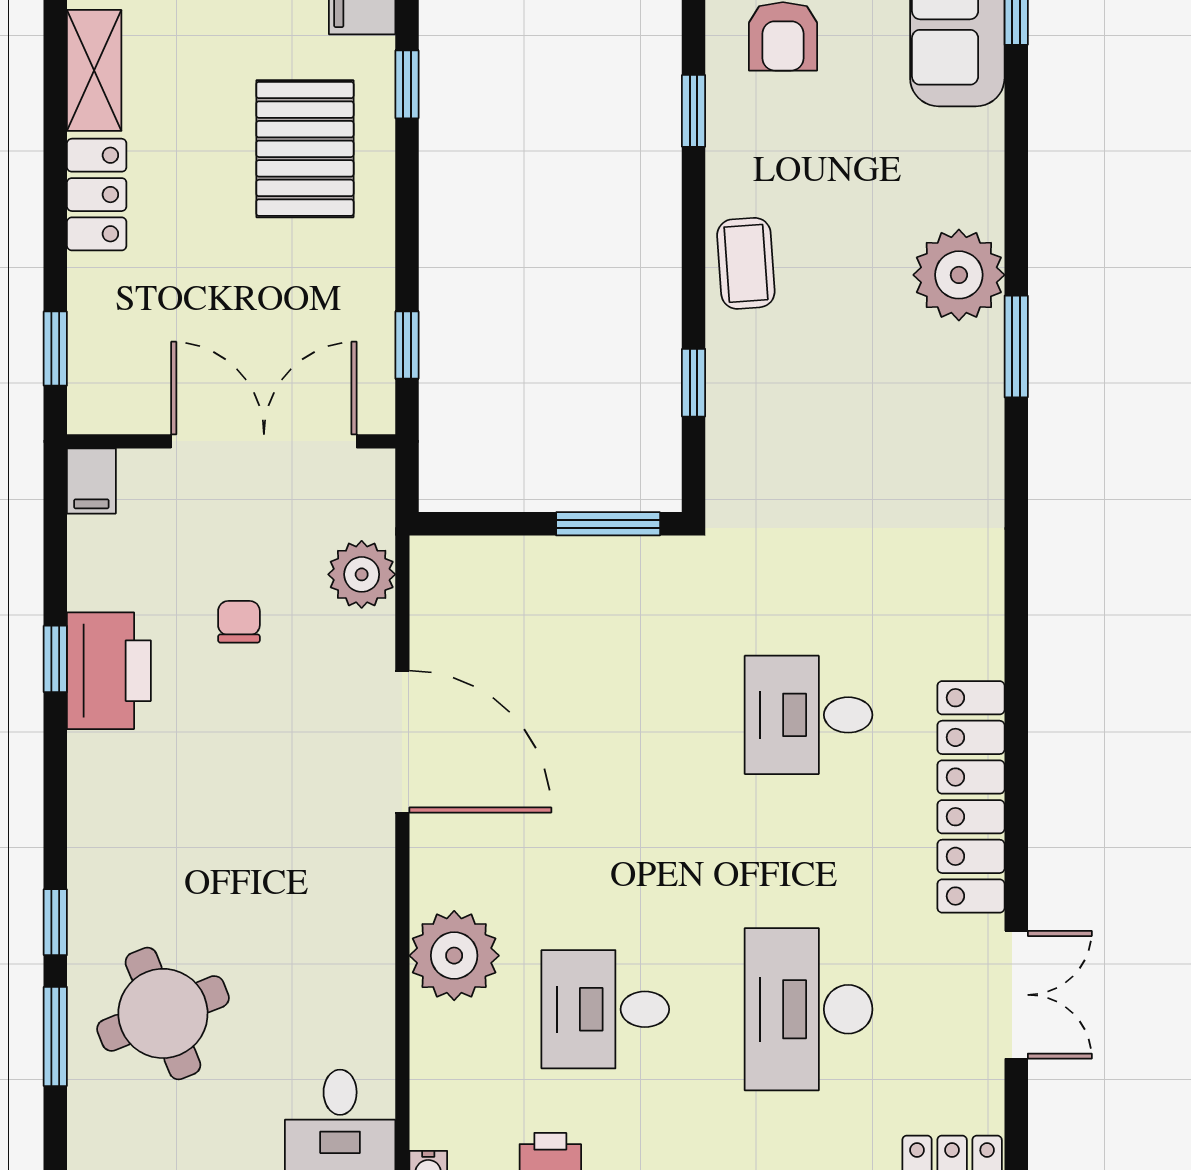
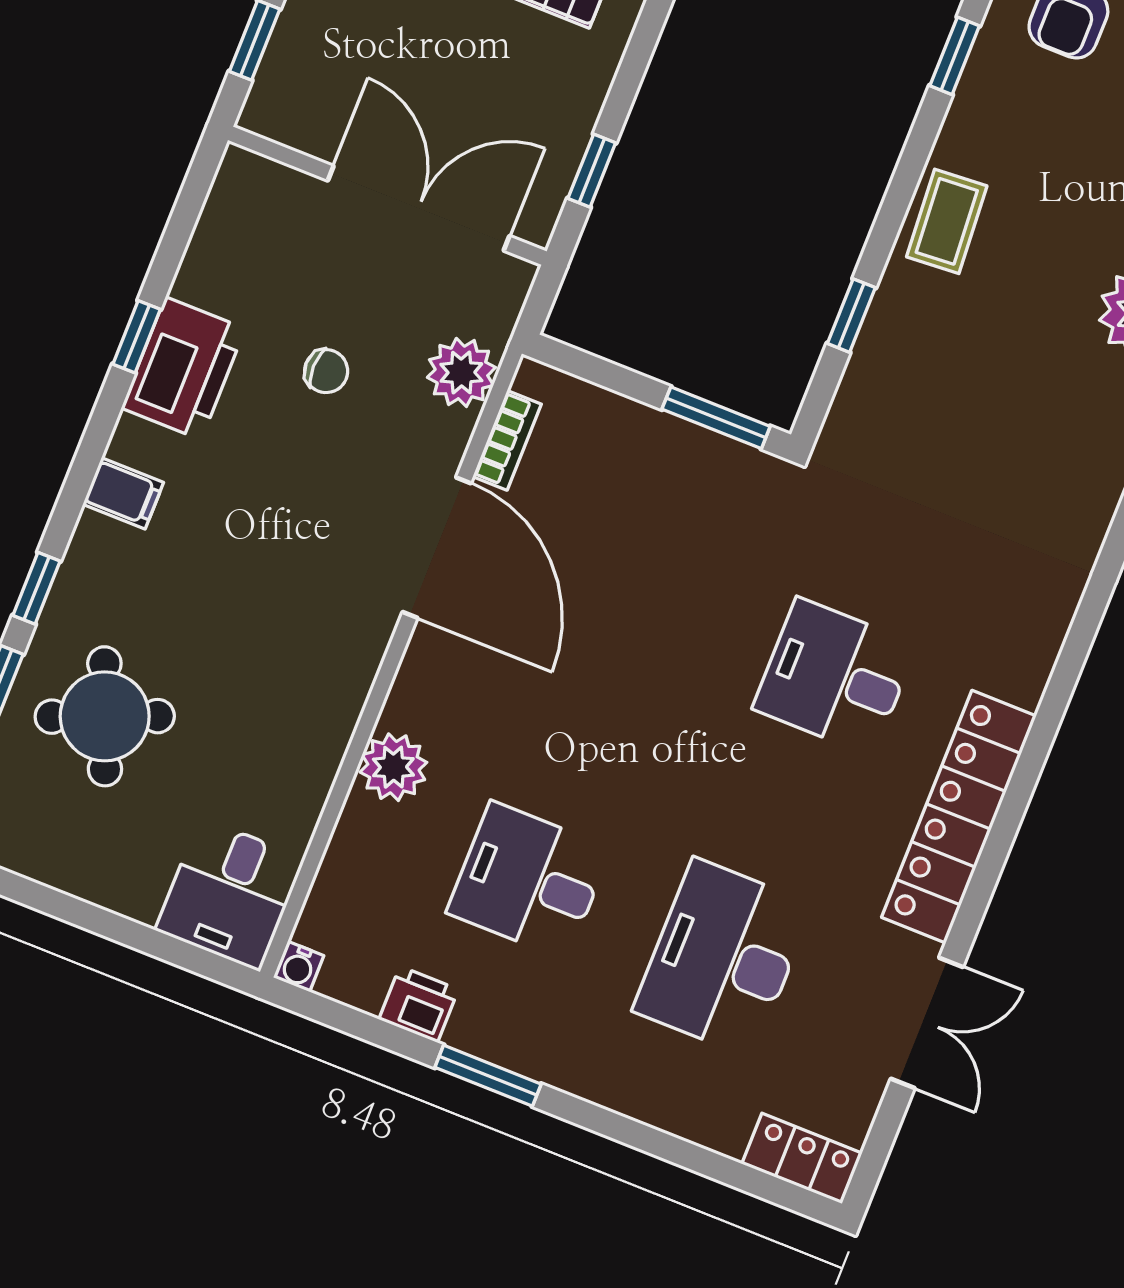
filing cabinet: (91, 481) -> (123, 493), moved, turned -90
bookcase: (427, 619) -> (507, 440), added
chair: (239, 622) -> (326, 371), turned 90
plant: (454, 956) -> (393, 767), width x0.73, depth x0.73

